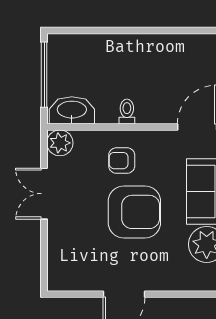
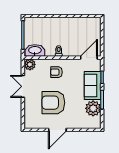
armchair: (134, 212) -> (53, 103), moved, turned 180

